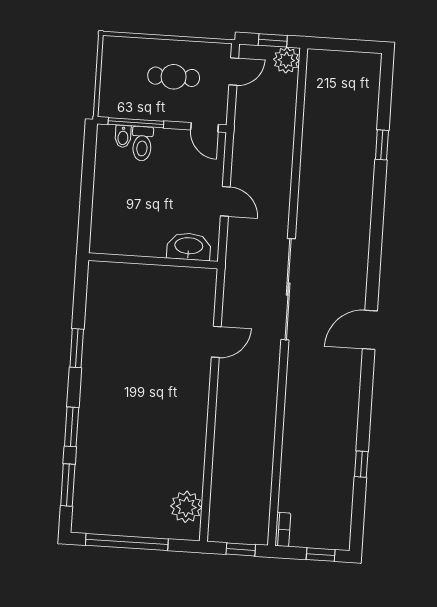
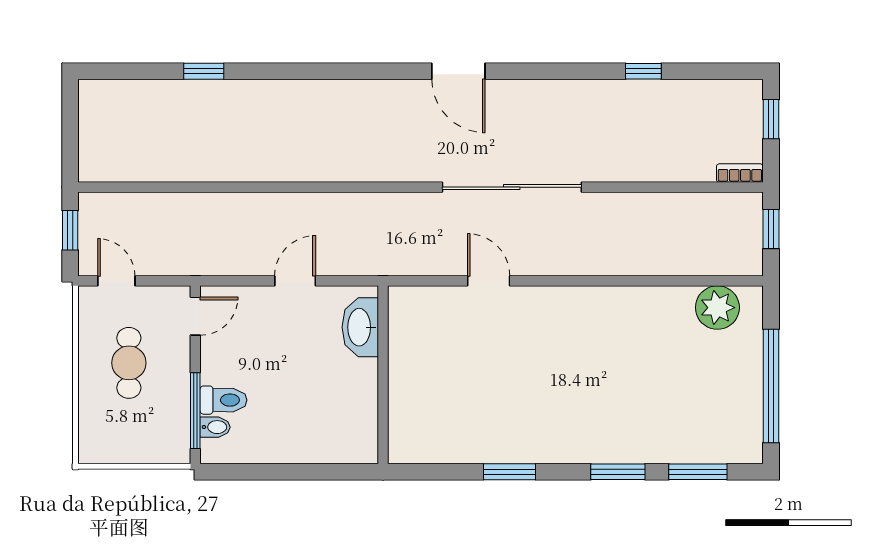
plant: (286, 60) -> (96, 210), removed
sliding door: (288, 289) -> (512, 187), moved

